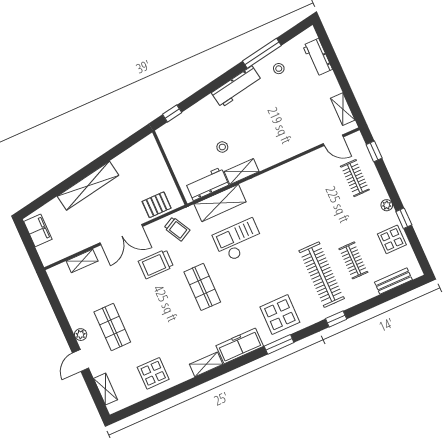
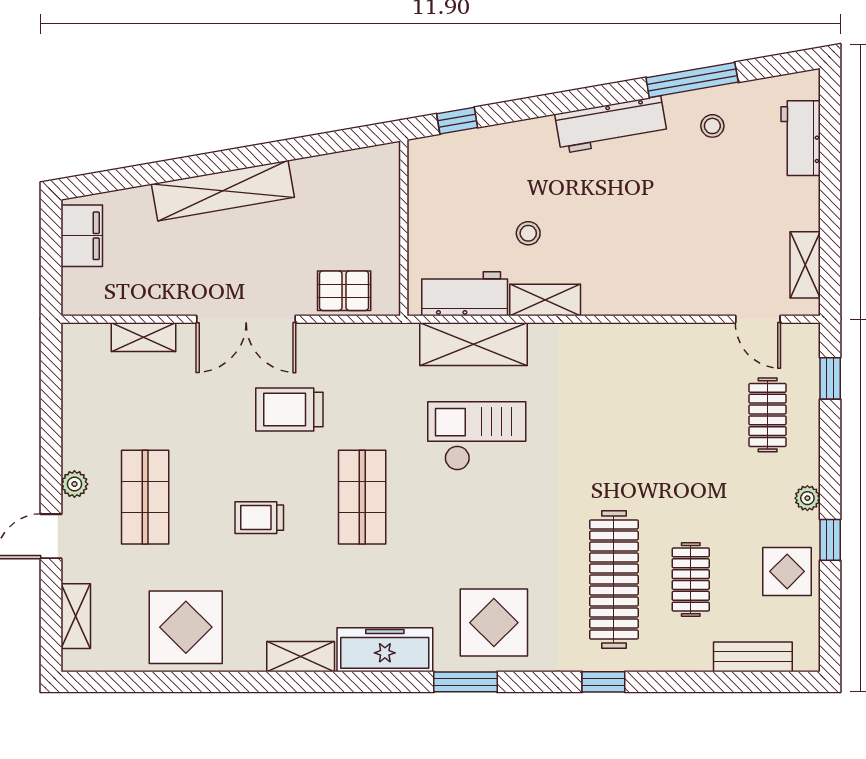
trolley: (177, 229) -> (259, 518), moved, turned 118
display table: (153, 373) -> (186, 627), width x1.36, depth x1.36

